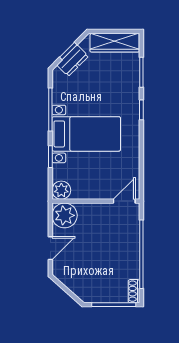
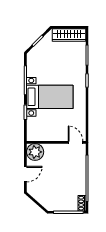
dresser: (73, 61) -> (41, 47), removed
plant: (61, 190) -> (33, 135), removed
door: (124, 201) -> (75, 142), hinge flipped

